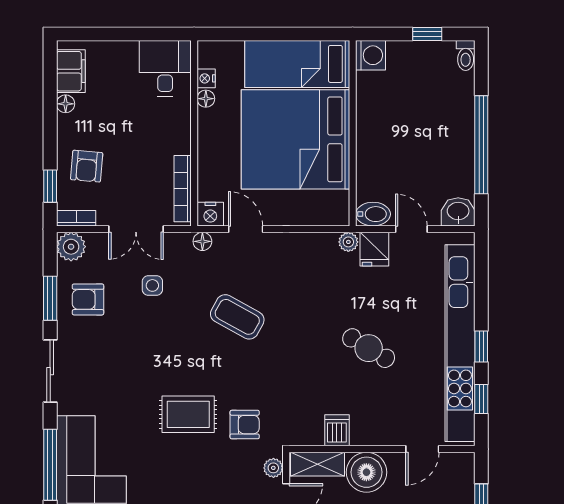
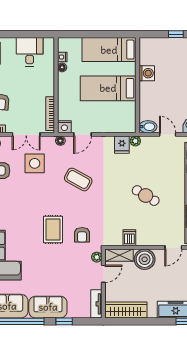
washing machine: (371, 55) -> (147, 73), moved
desk: (165, 68) -> (30, 52), moved
bed: (295, 139) -> (108, 88), width x0.49
door: (246, 229) -> (83, 134), swing flipped
fridge: (374, 249) -> (122, 145), moved
side table: (152, 285) -> (35, 163), width x1.87, depth x1.87
rug: (188, 414) -> (53, 230), turned 90
armchair: (245, 425) -> (82, 235), turned 90

